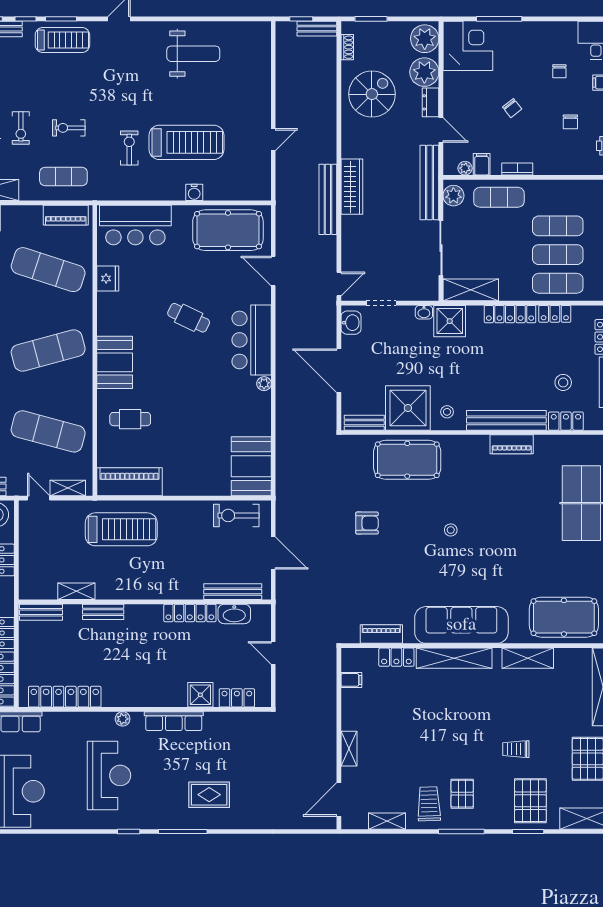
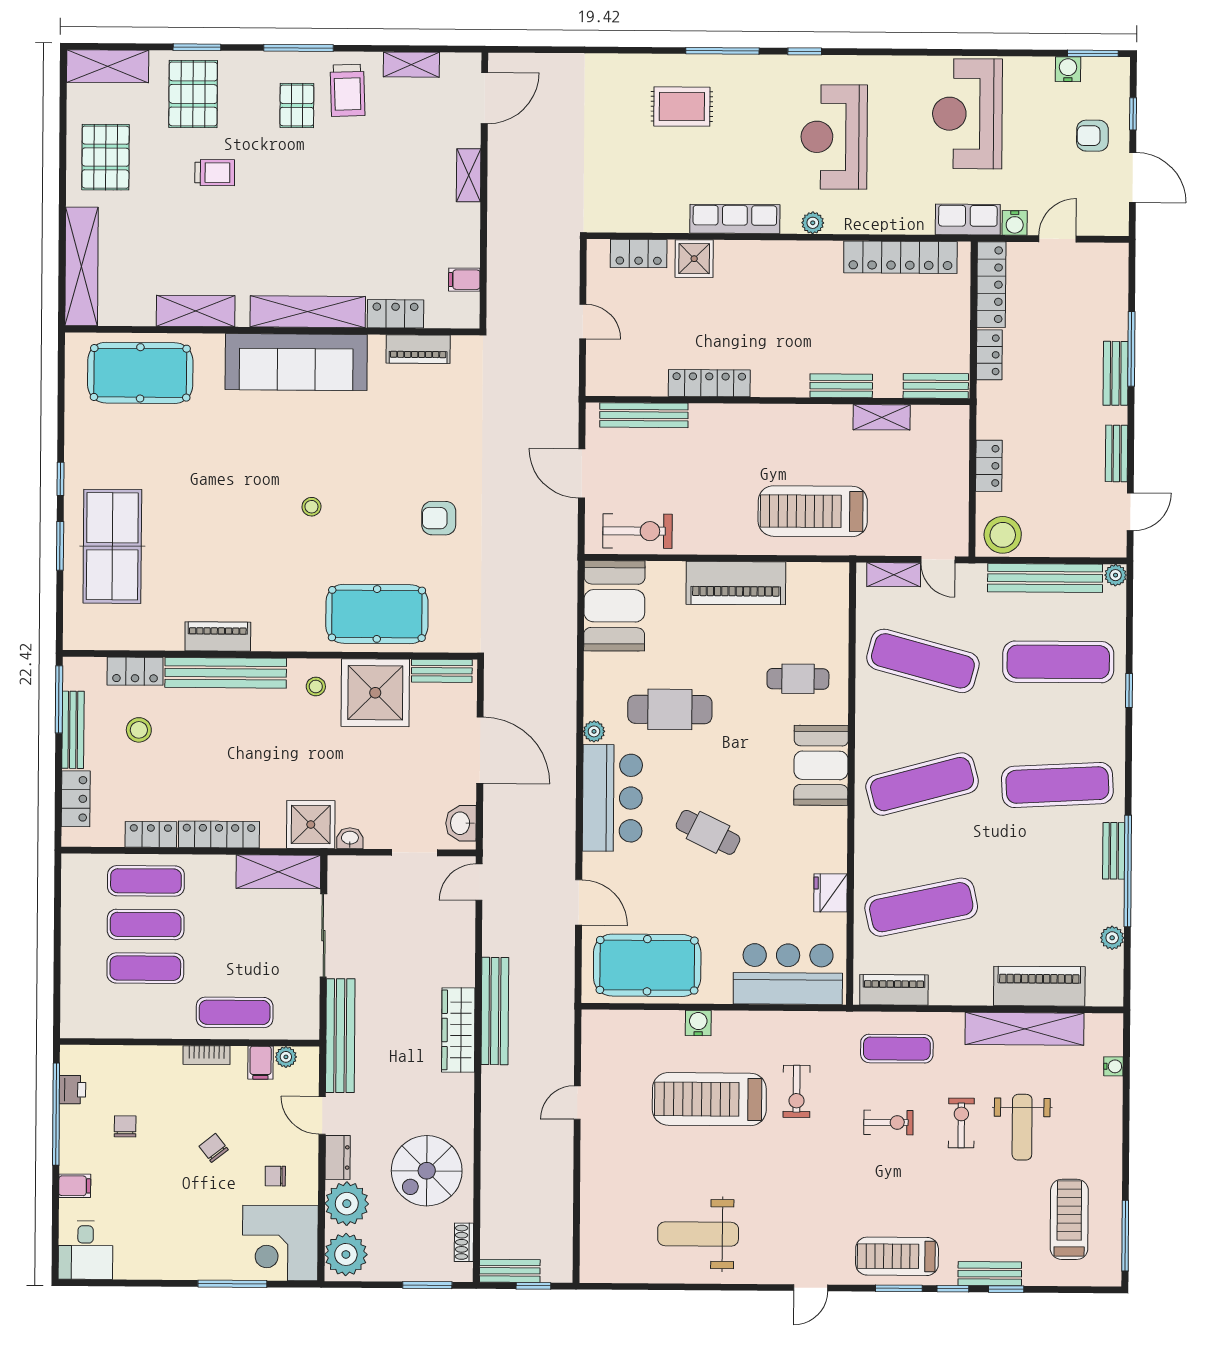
chair: (559, 71) -> (275, 1176), moved, turned -90
plant: (453, 196) -> (304, 1015), removed
exercise mat: (48, 270) -> (921, 907), turned -30
cafe table: (214, 398) -> (670, 709), added
piano: (129, 482) -> (736, 583), moved
washbasin: (234, 614) -> (642, 381), removed

